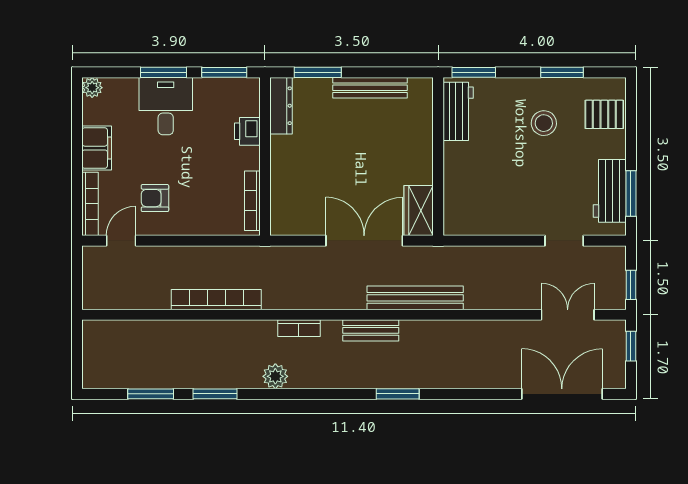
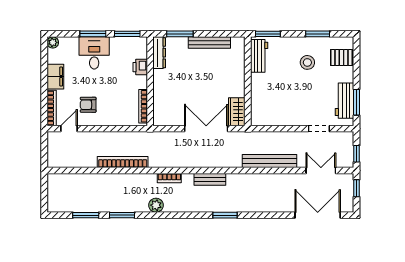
bench: (415, 298) -> (270, 161), moved

